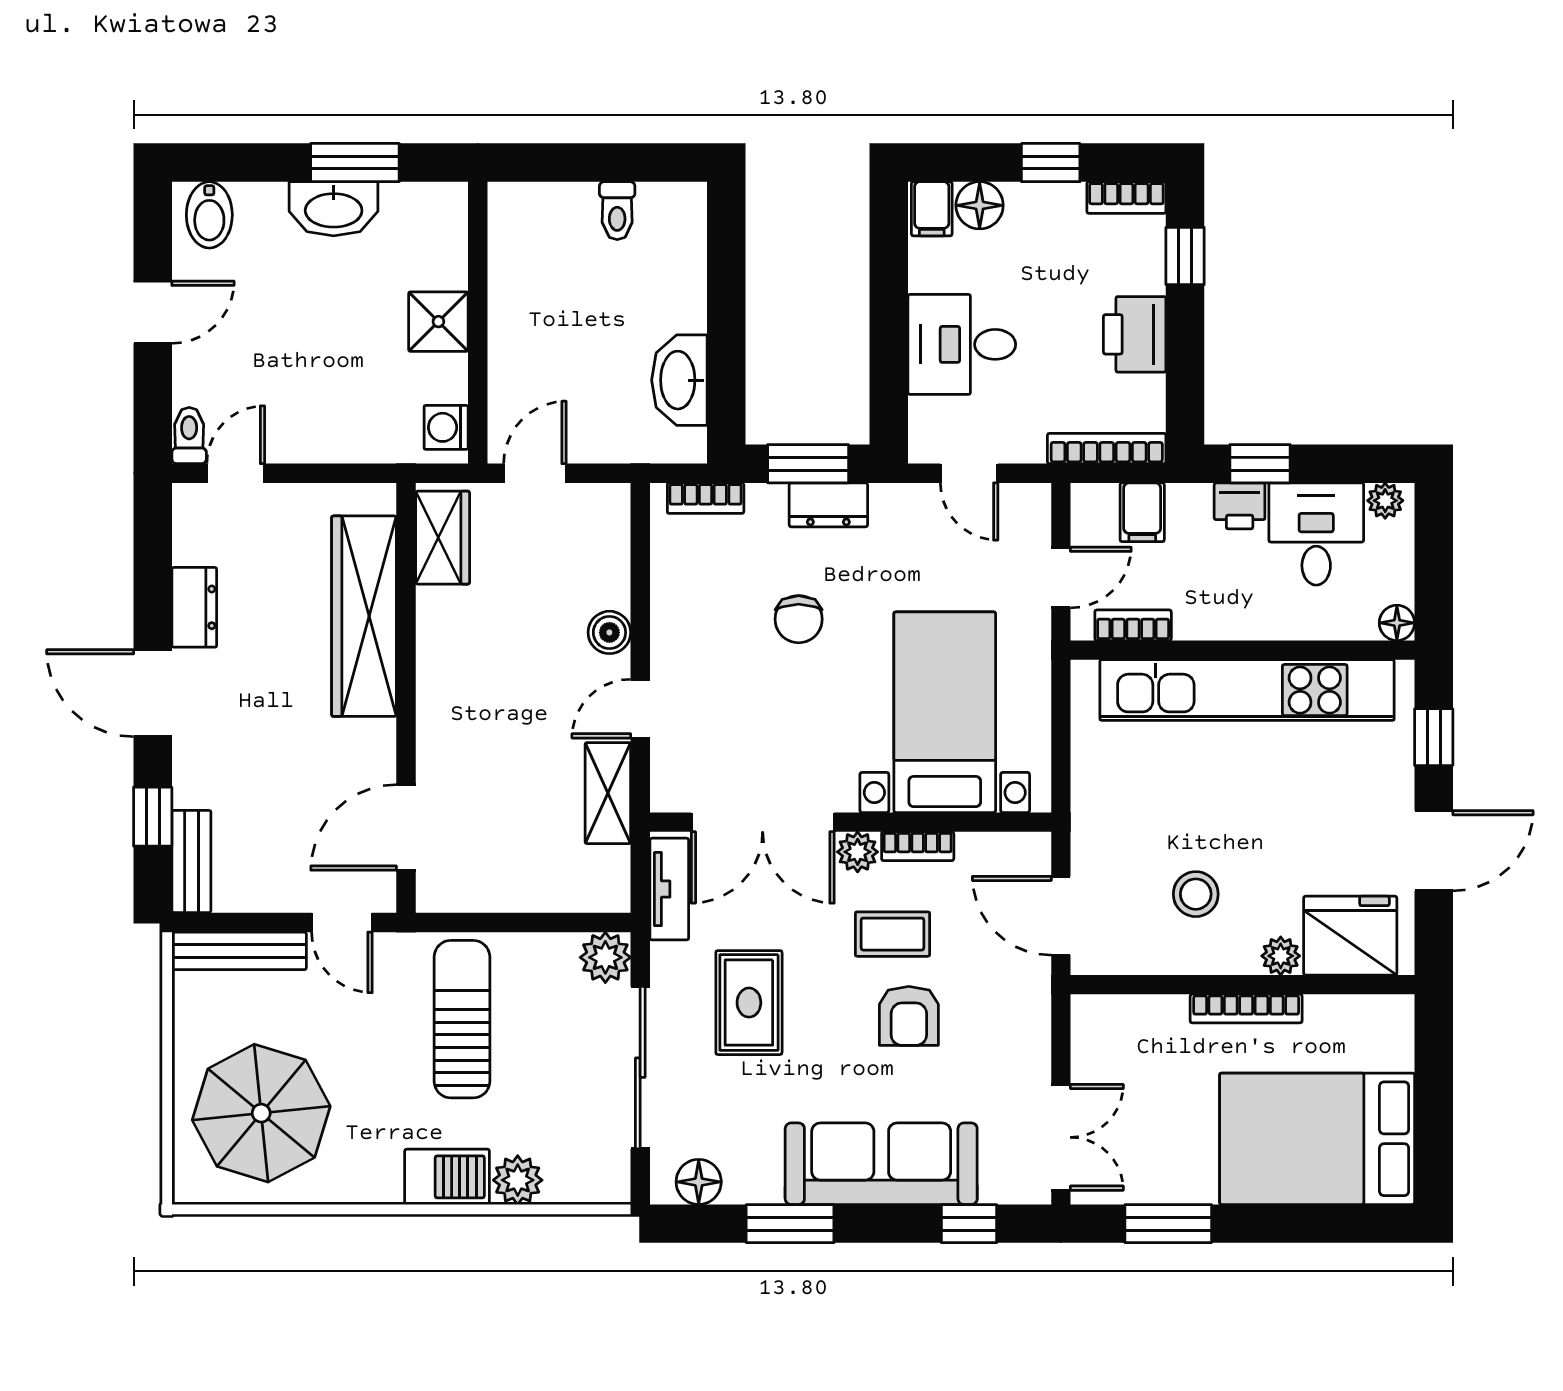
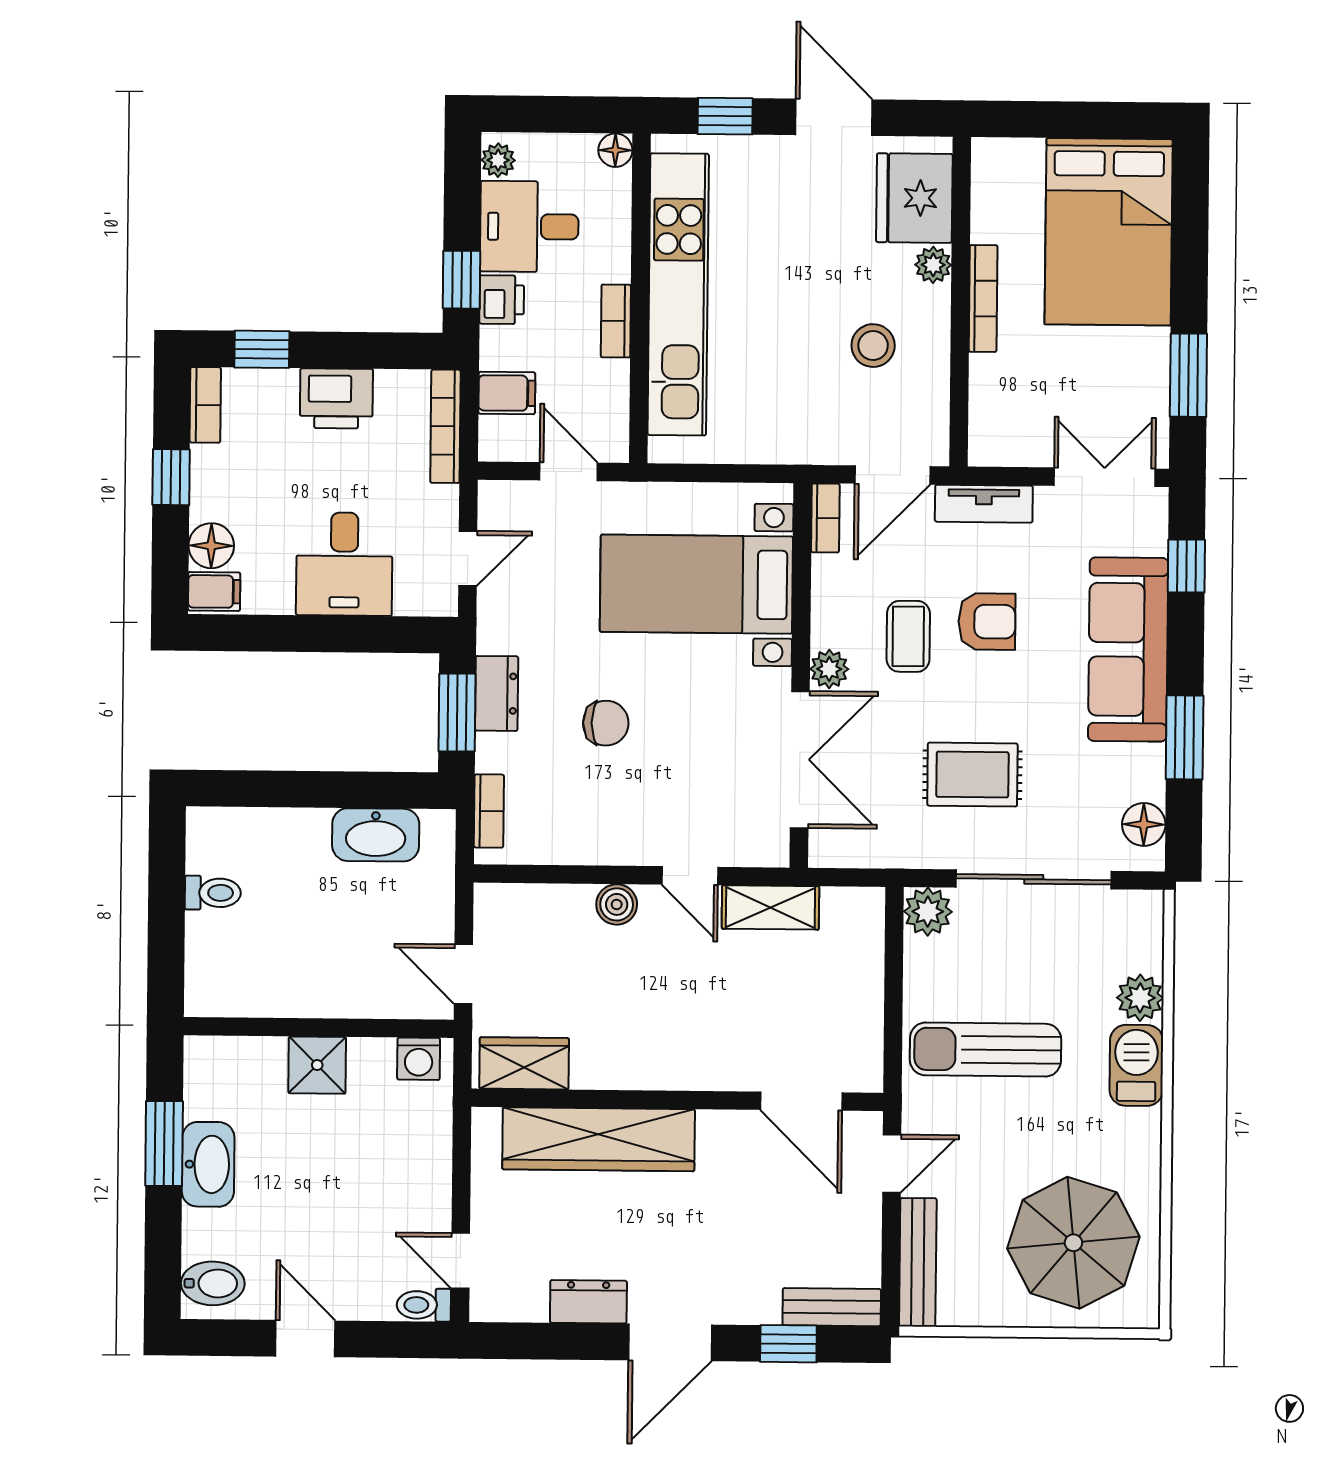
bookcase: (1133, 625) -> (616, 321), moved
bookcase: (918, 846) -> (825, 518), moved
tv unit: (669, 889) -> (984, 504), moved, turned 180

